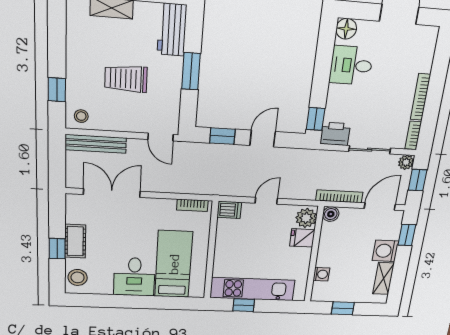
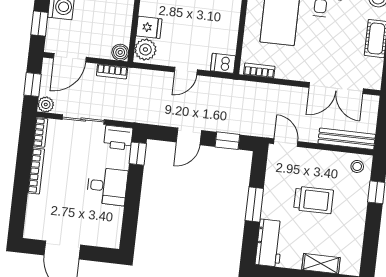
floor lamp: (346, 29) -> (111, 238), removed
desk: (351, 65) -> (107, 186), moved
bookcase: (339, 196) -> (112, 71), width x0.64

